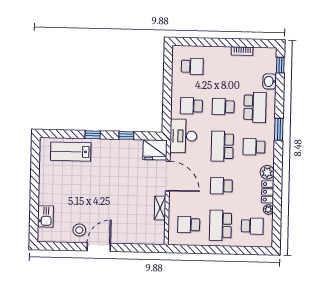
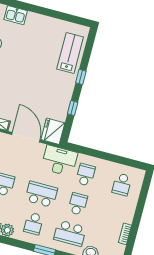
school desk: (254, 147) -> (34, 224), turned 180
door: (168, 176) -> (26, 137), swing flipped

